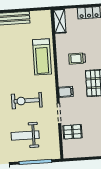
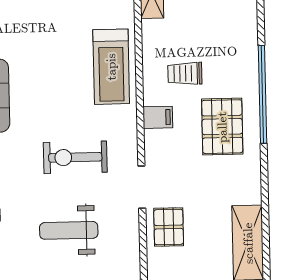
filing cabinet: (66, 92) -> (158, 117), moved
pallet: (73, 132) -> (169, 227), turned 90

